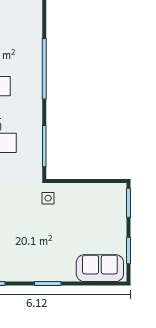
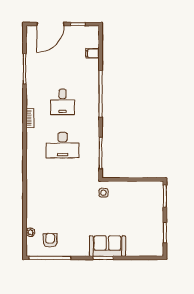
filing cabinet: (34, 16) -> (93, 53), added
sofa: (100, 268) -> (107, 246), moved

